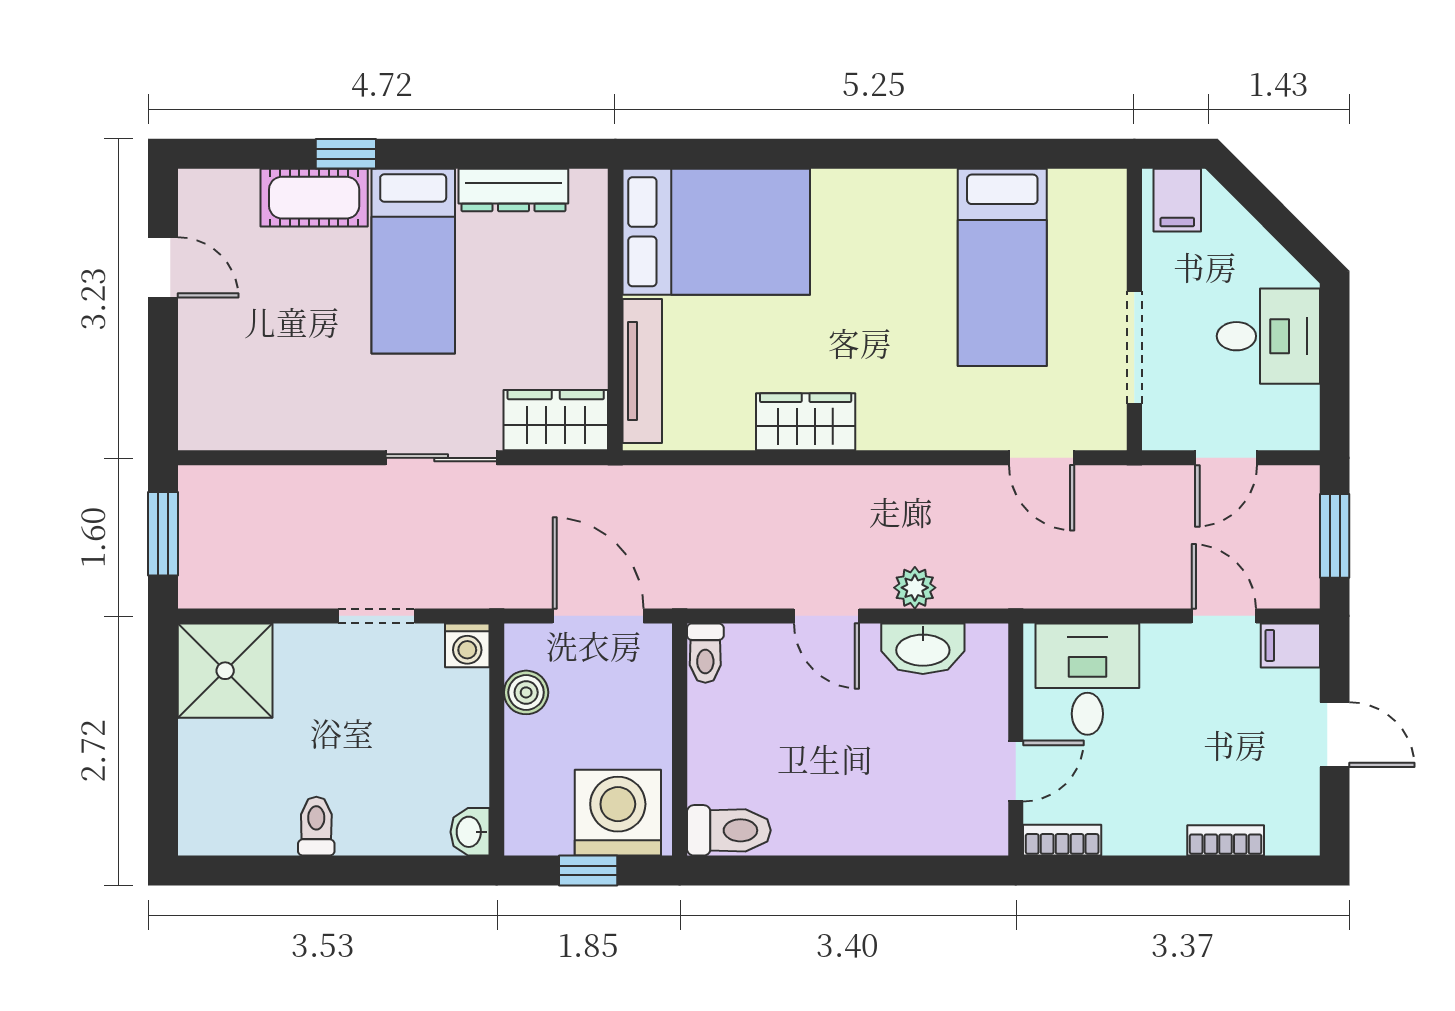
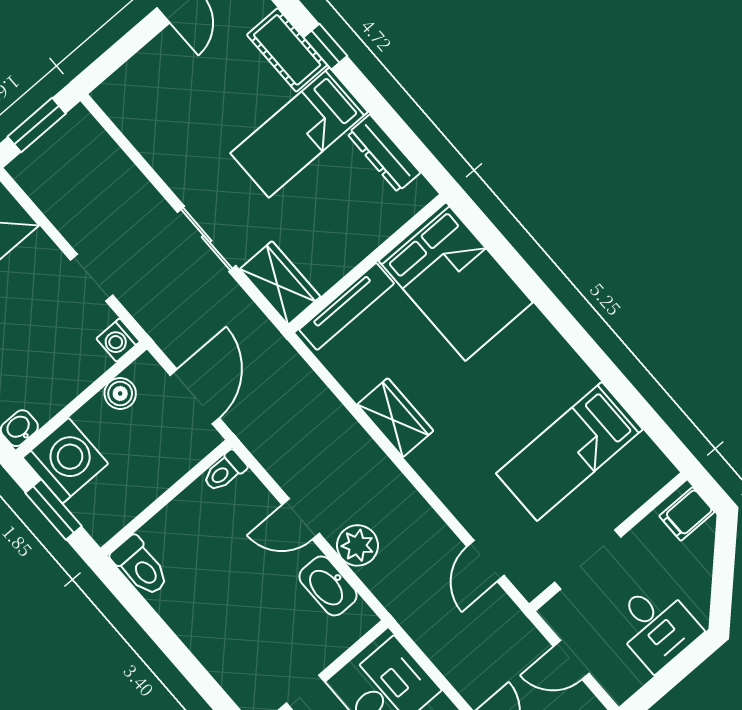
plant: (915, 588) -> (357, 545), width x1.38, depth x1.38
door: (827, 616) -> (301, 519), hinge flipped
washing machine: (618, 813) -> (65, 461), moved
window: (588, 871) -> (53, 509), width x1.50

